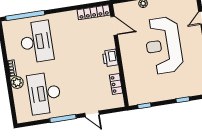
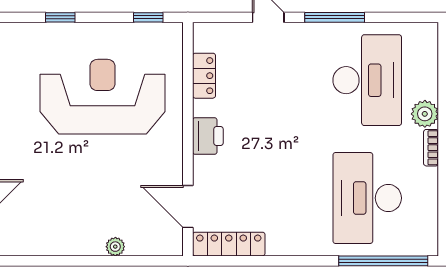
reception desk: (163, 45) -> (103, 97), moved, turned -90

